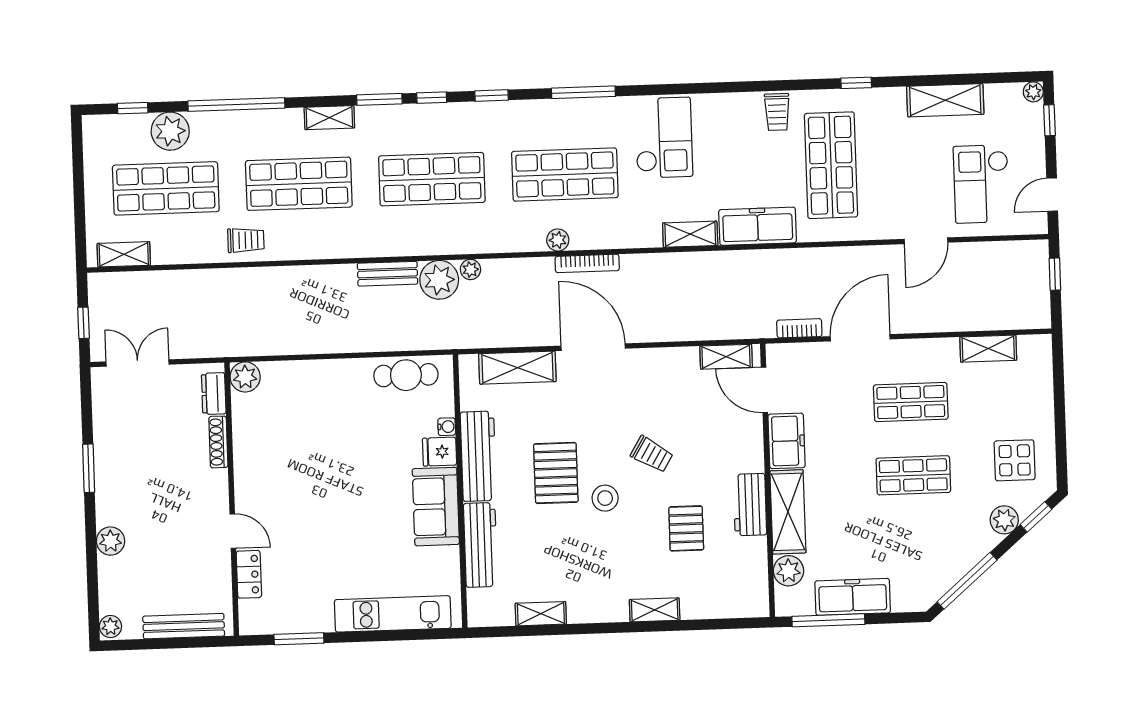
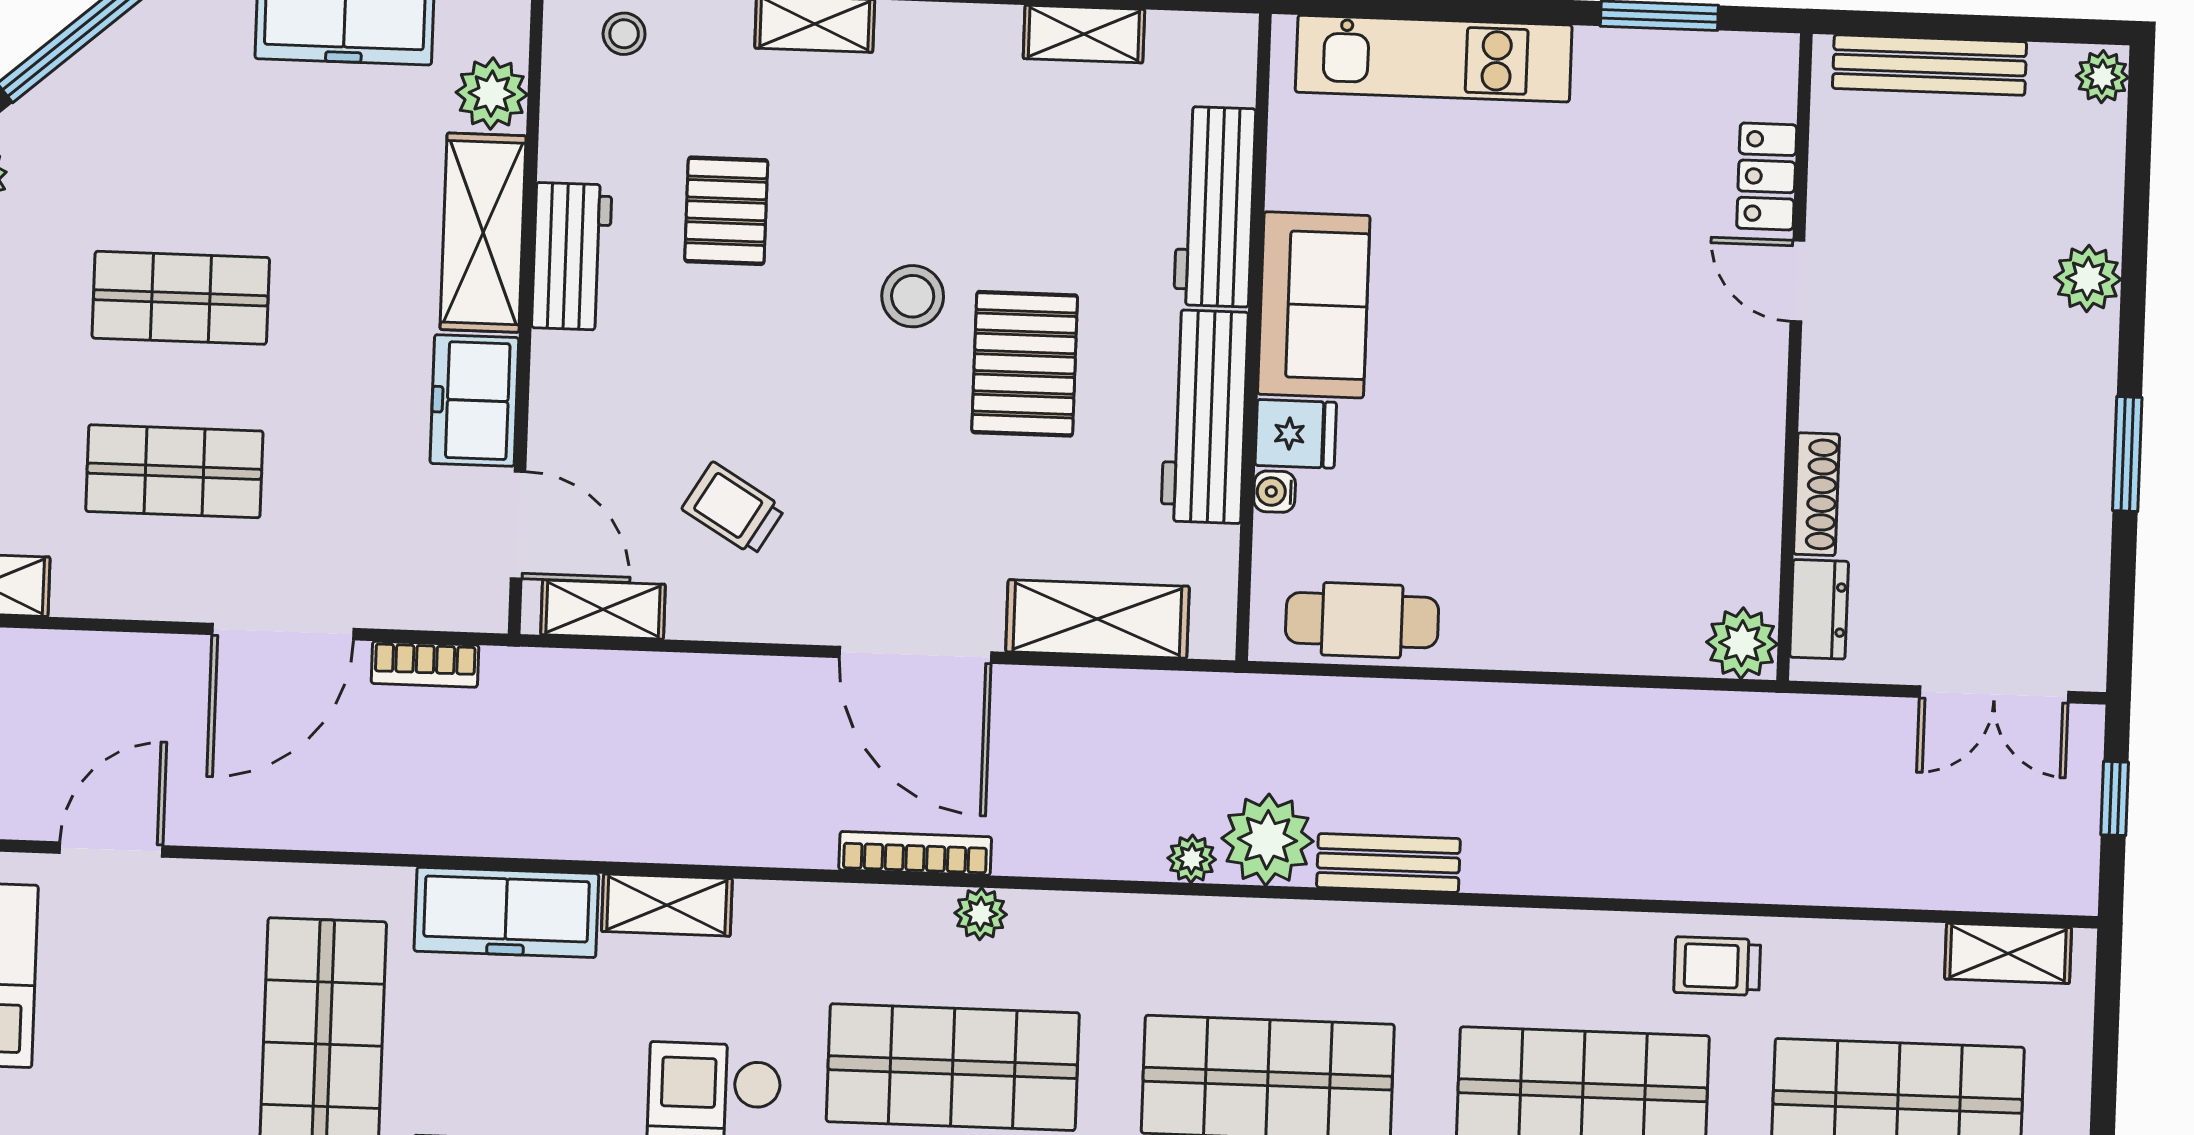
trolley: (652, 454) -> (733, 509), moved
stool: (735, 600) -> (624, 34), added

